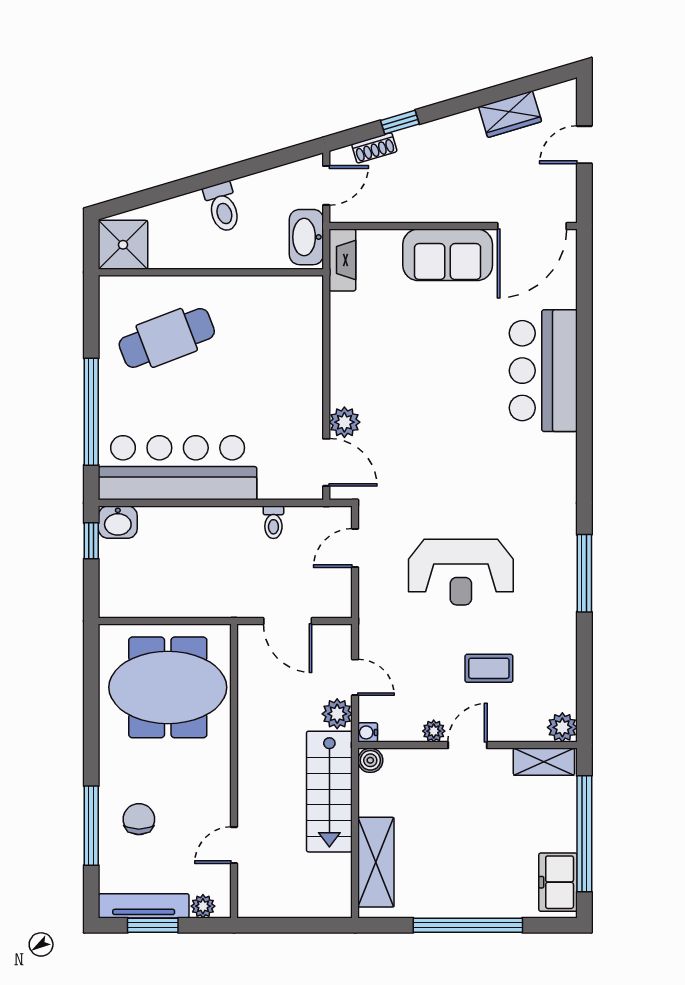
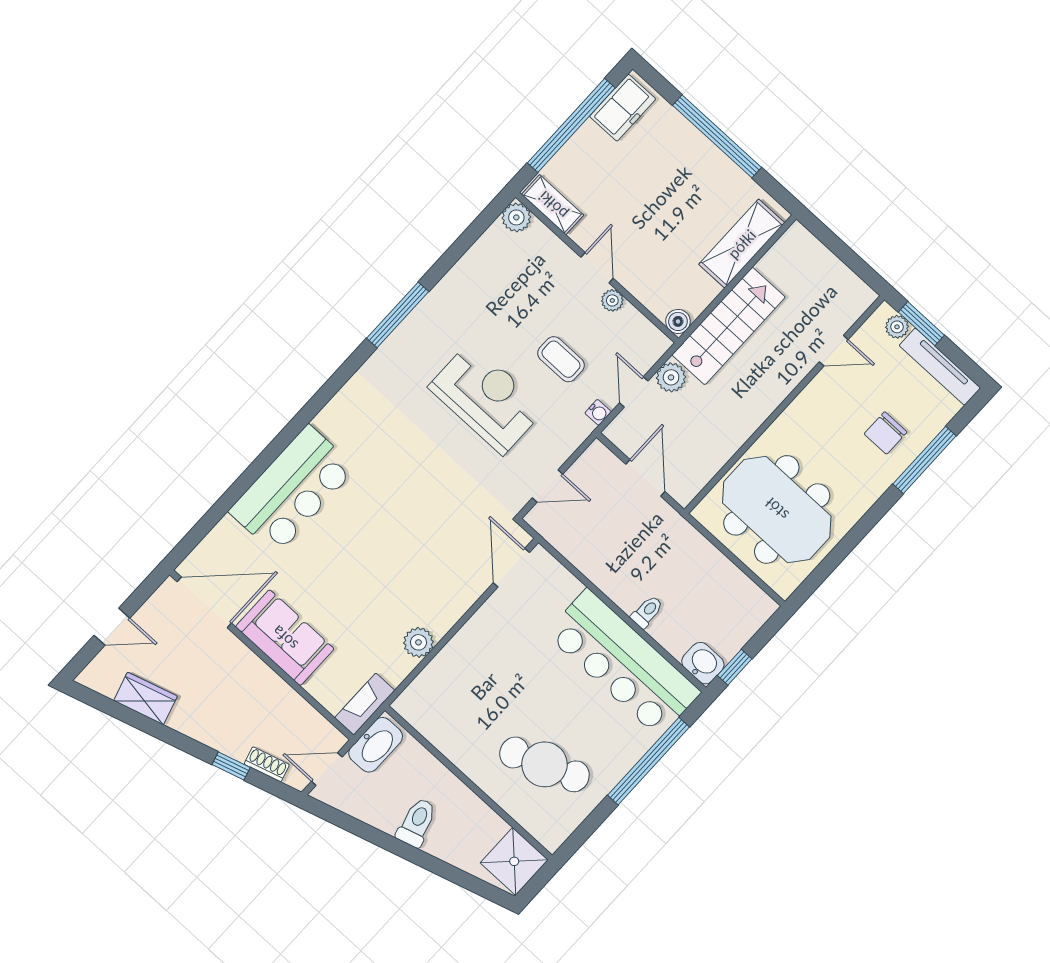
plant: (344, 422) -> (418, 642), moved
toilet: (273, 522) -> (647, 612), moved
coffee table: (489, 668) -> (561, 359), moved
water cooler: (368, 732) -> (598, 412), moved
door: (468, 745) -> (597, 268), swing flipped
window: (153, 925) -> (921, 324), moved

